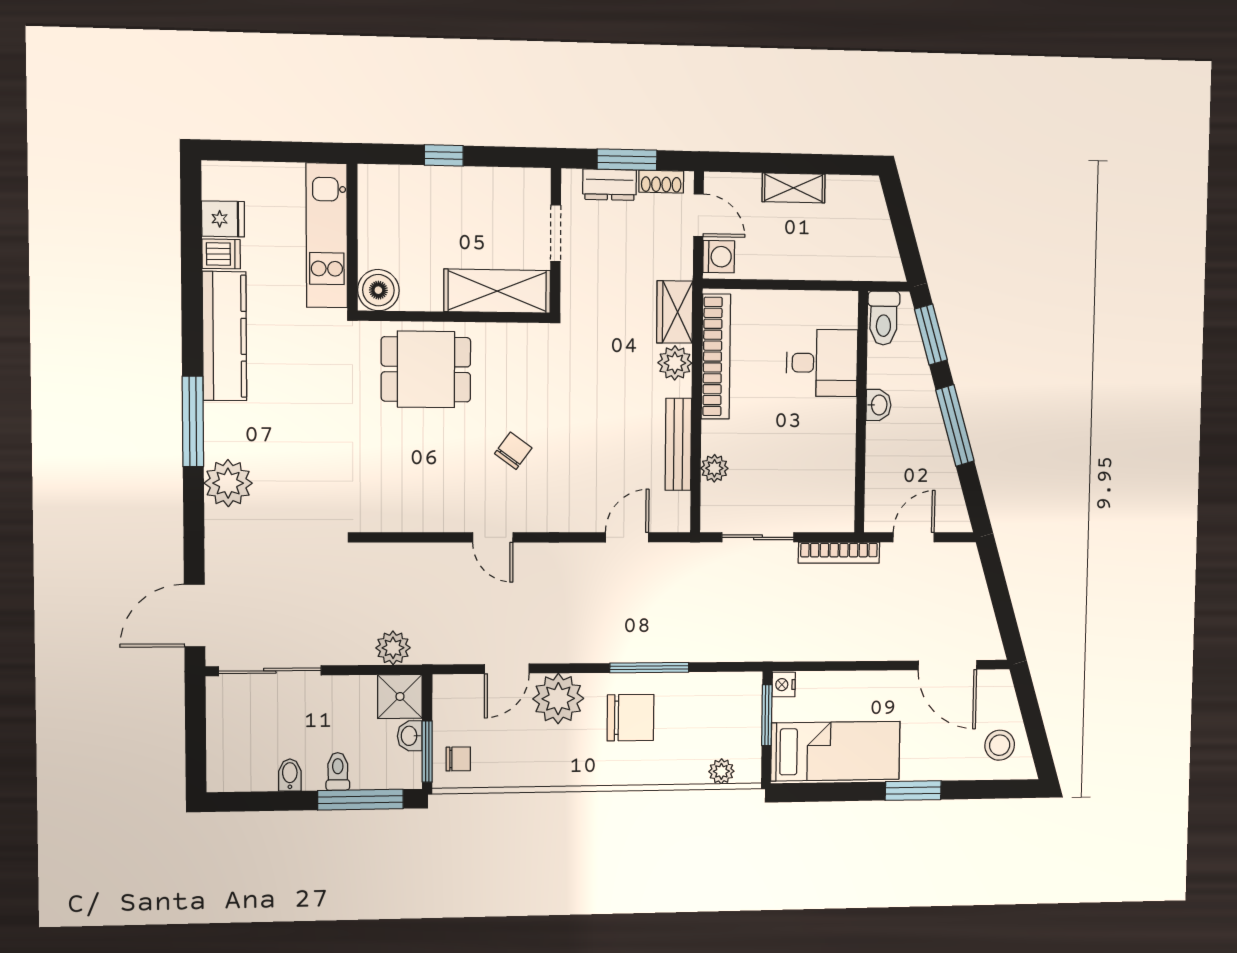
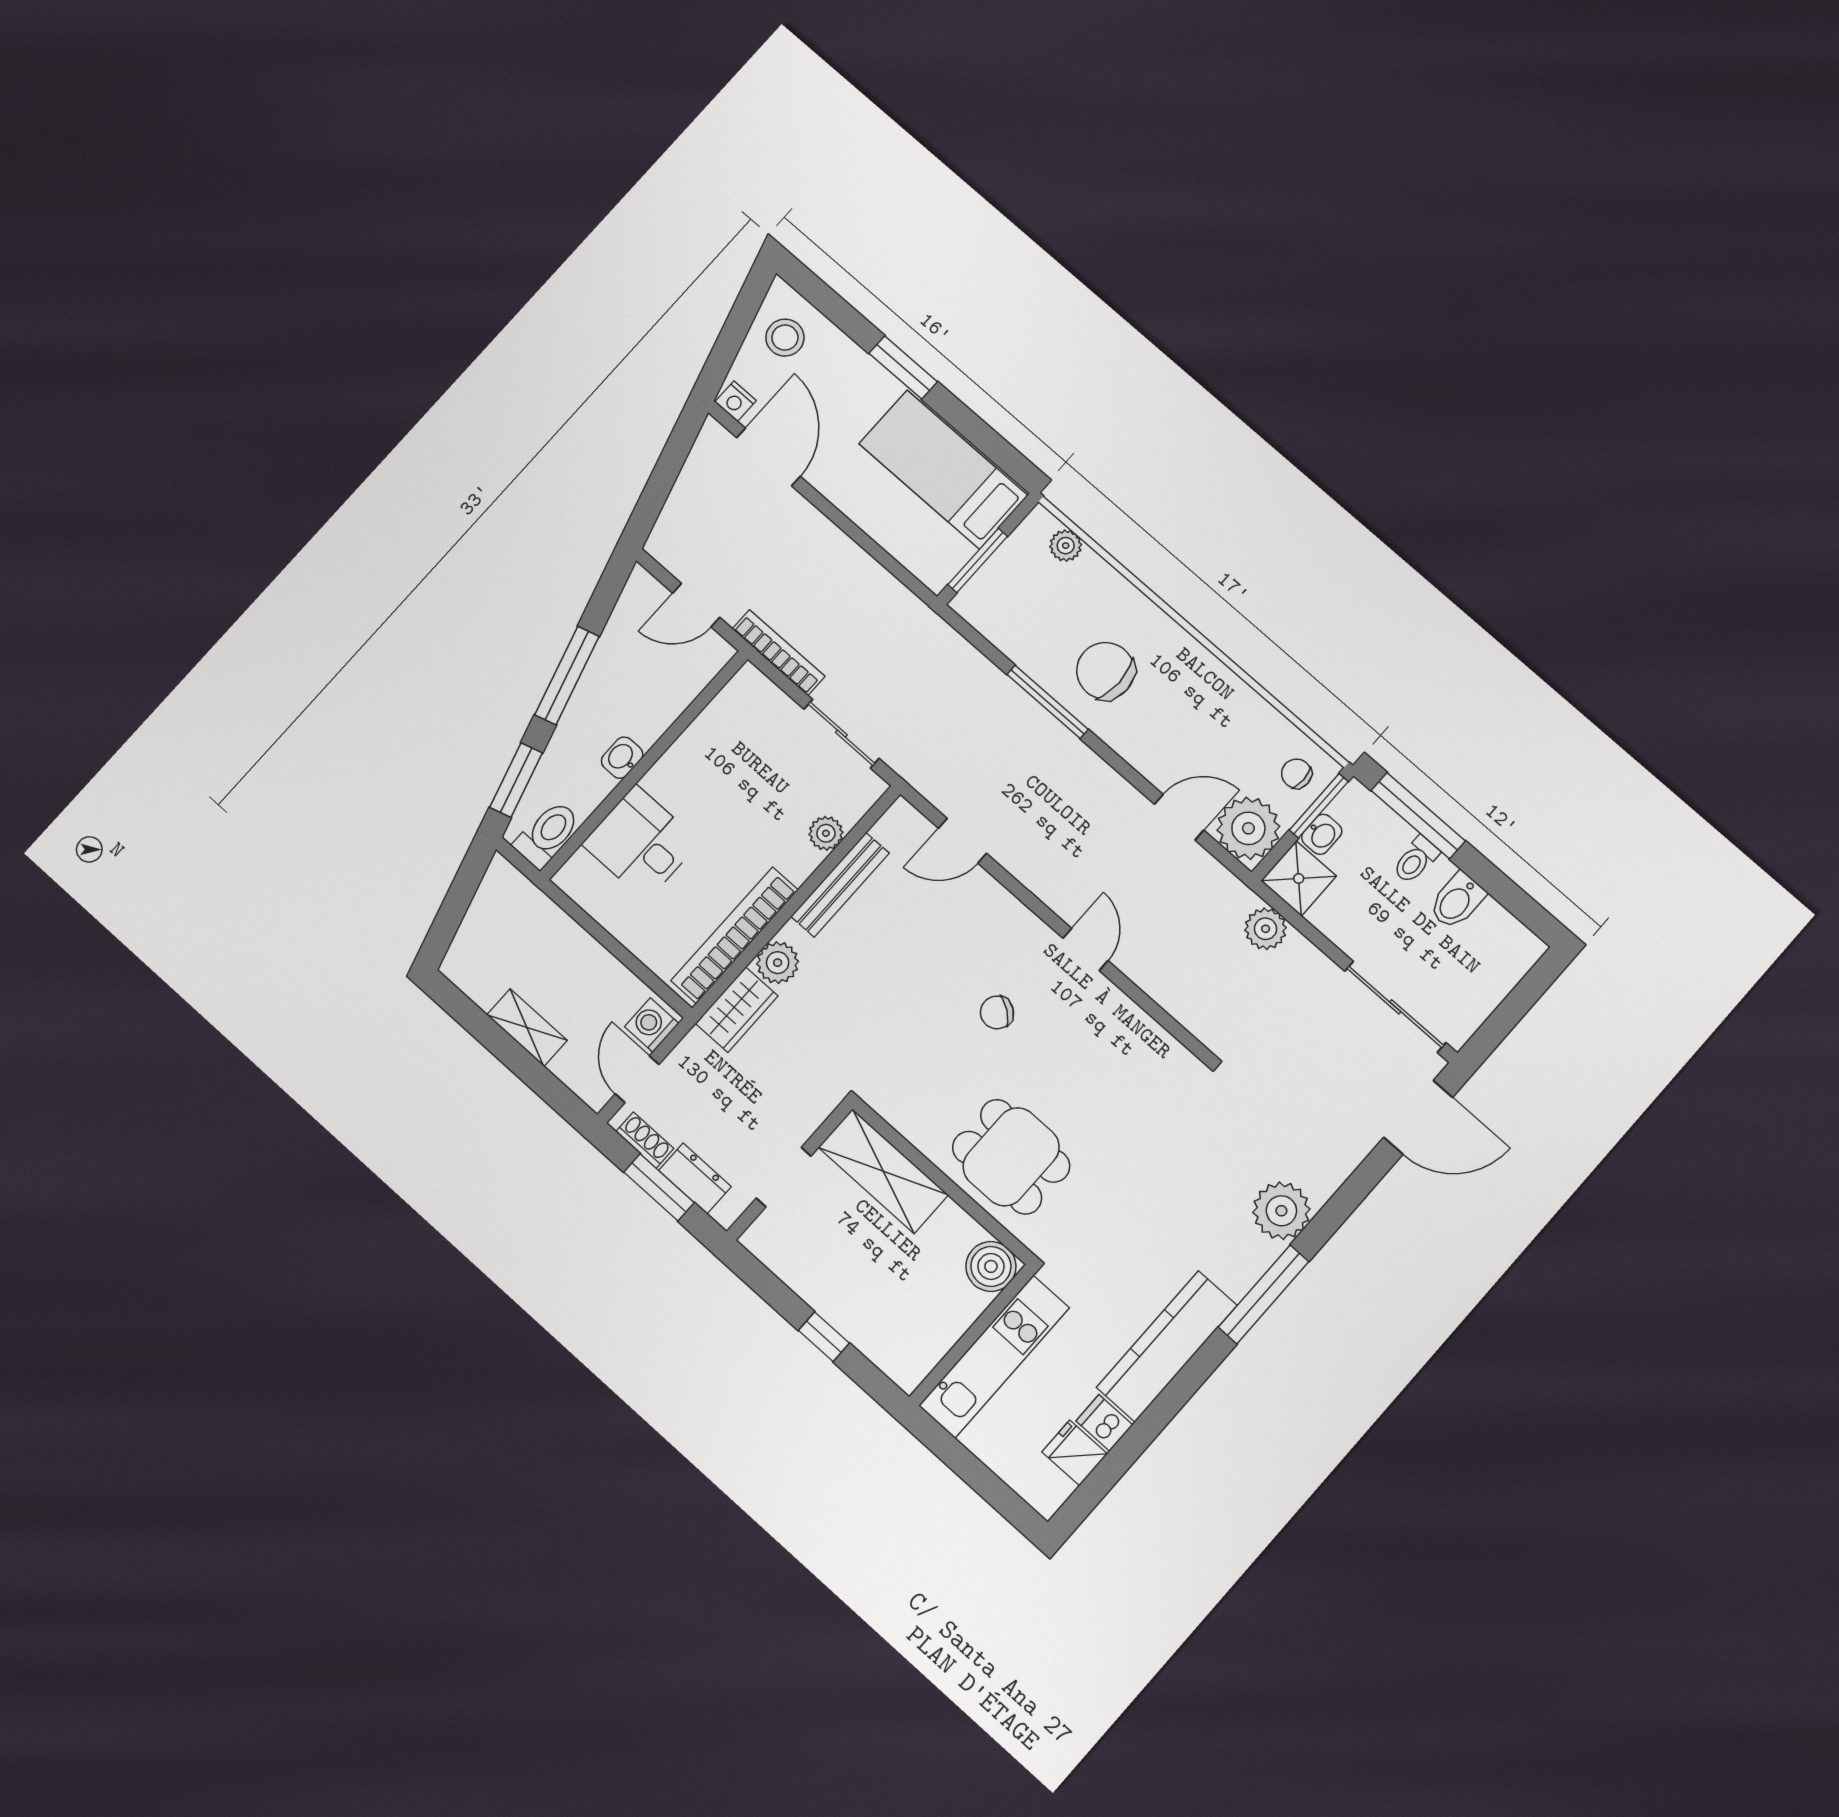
nightstand: (784, 685) -> (736, 401), moved, turned 90
plant: (558, 699) -> (1248, 828), moved
bidet: (290, 775) -> (1457, 901), width x1.38, depth x1.36

